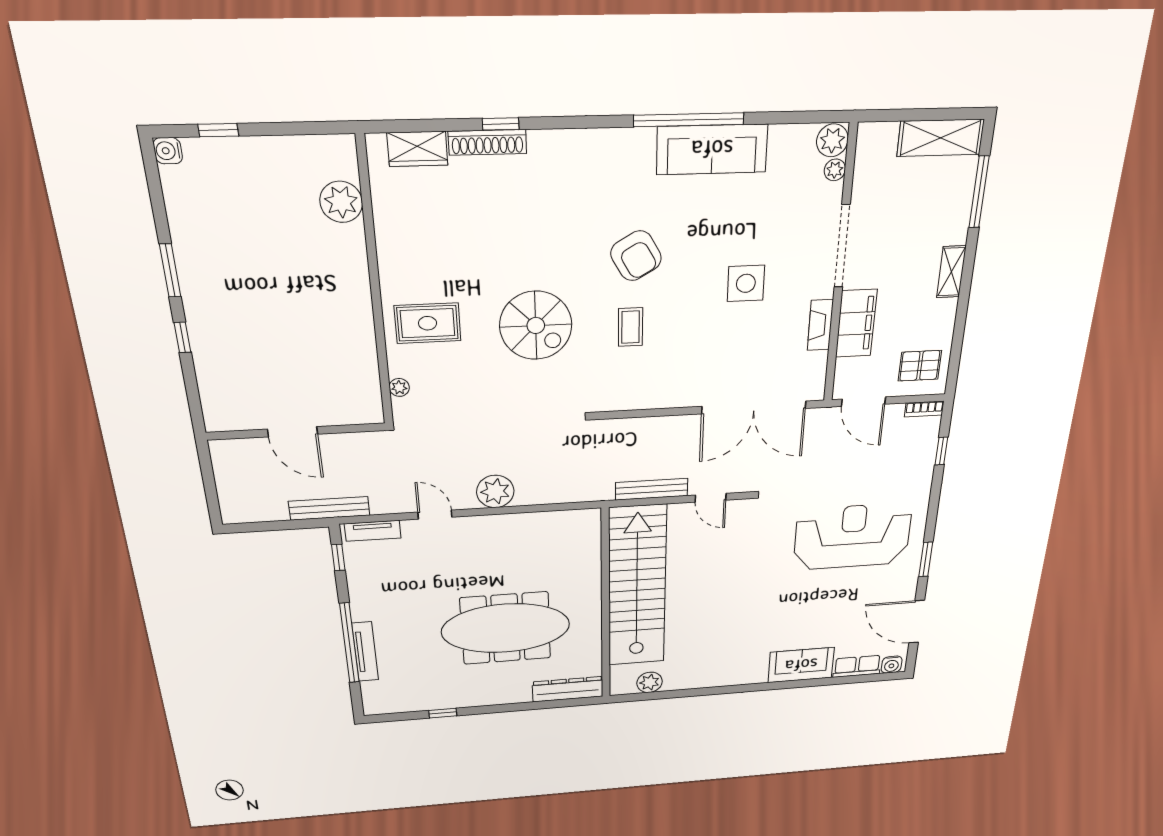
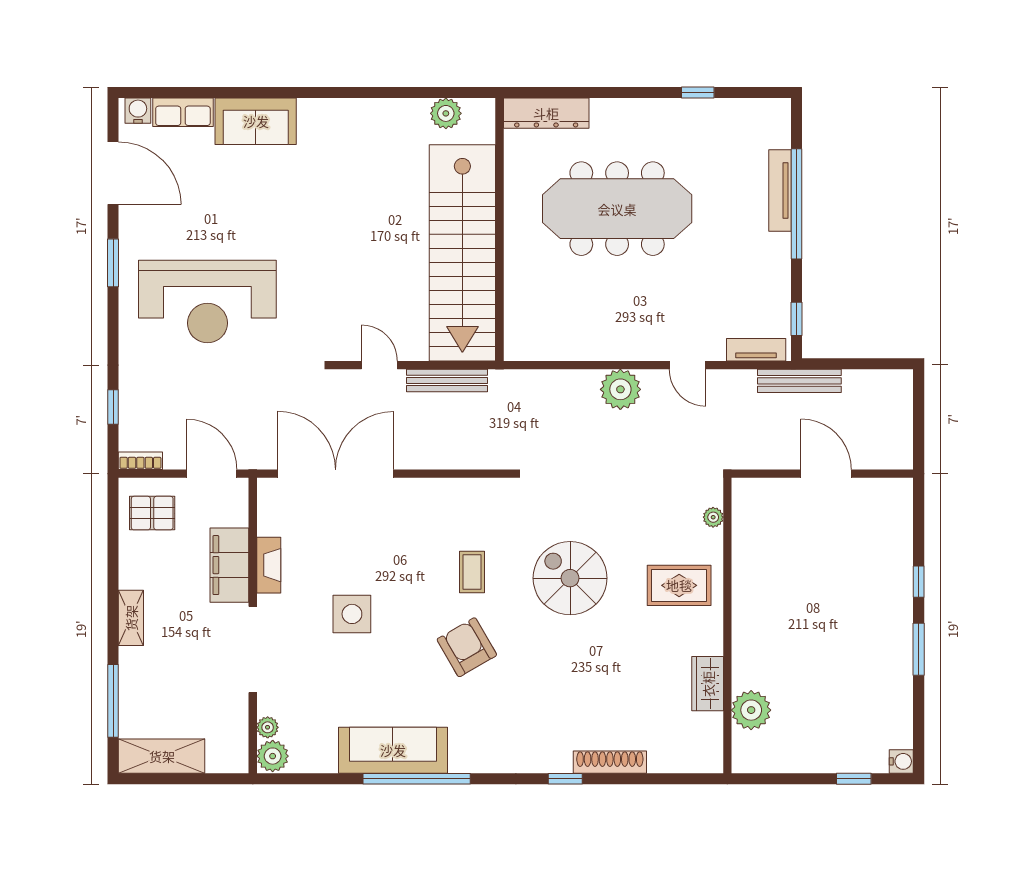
window: (501, 124) -> (565, 779), moved
wardrobe: (417, 149) -> (708, 684), moved, turned -90

